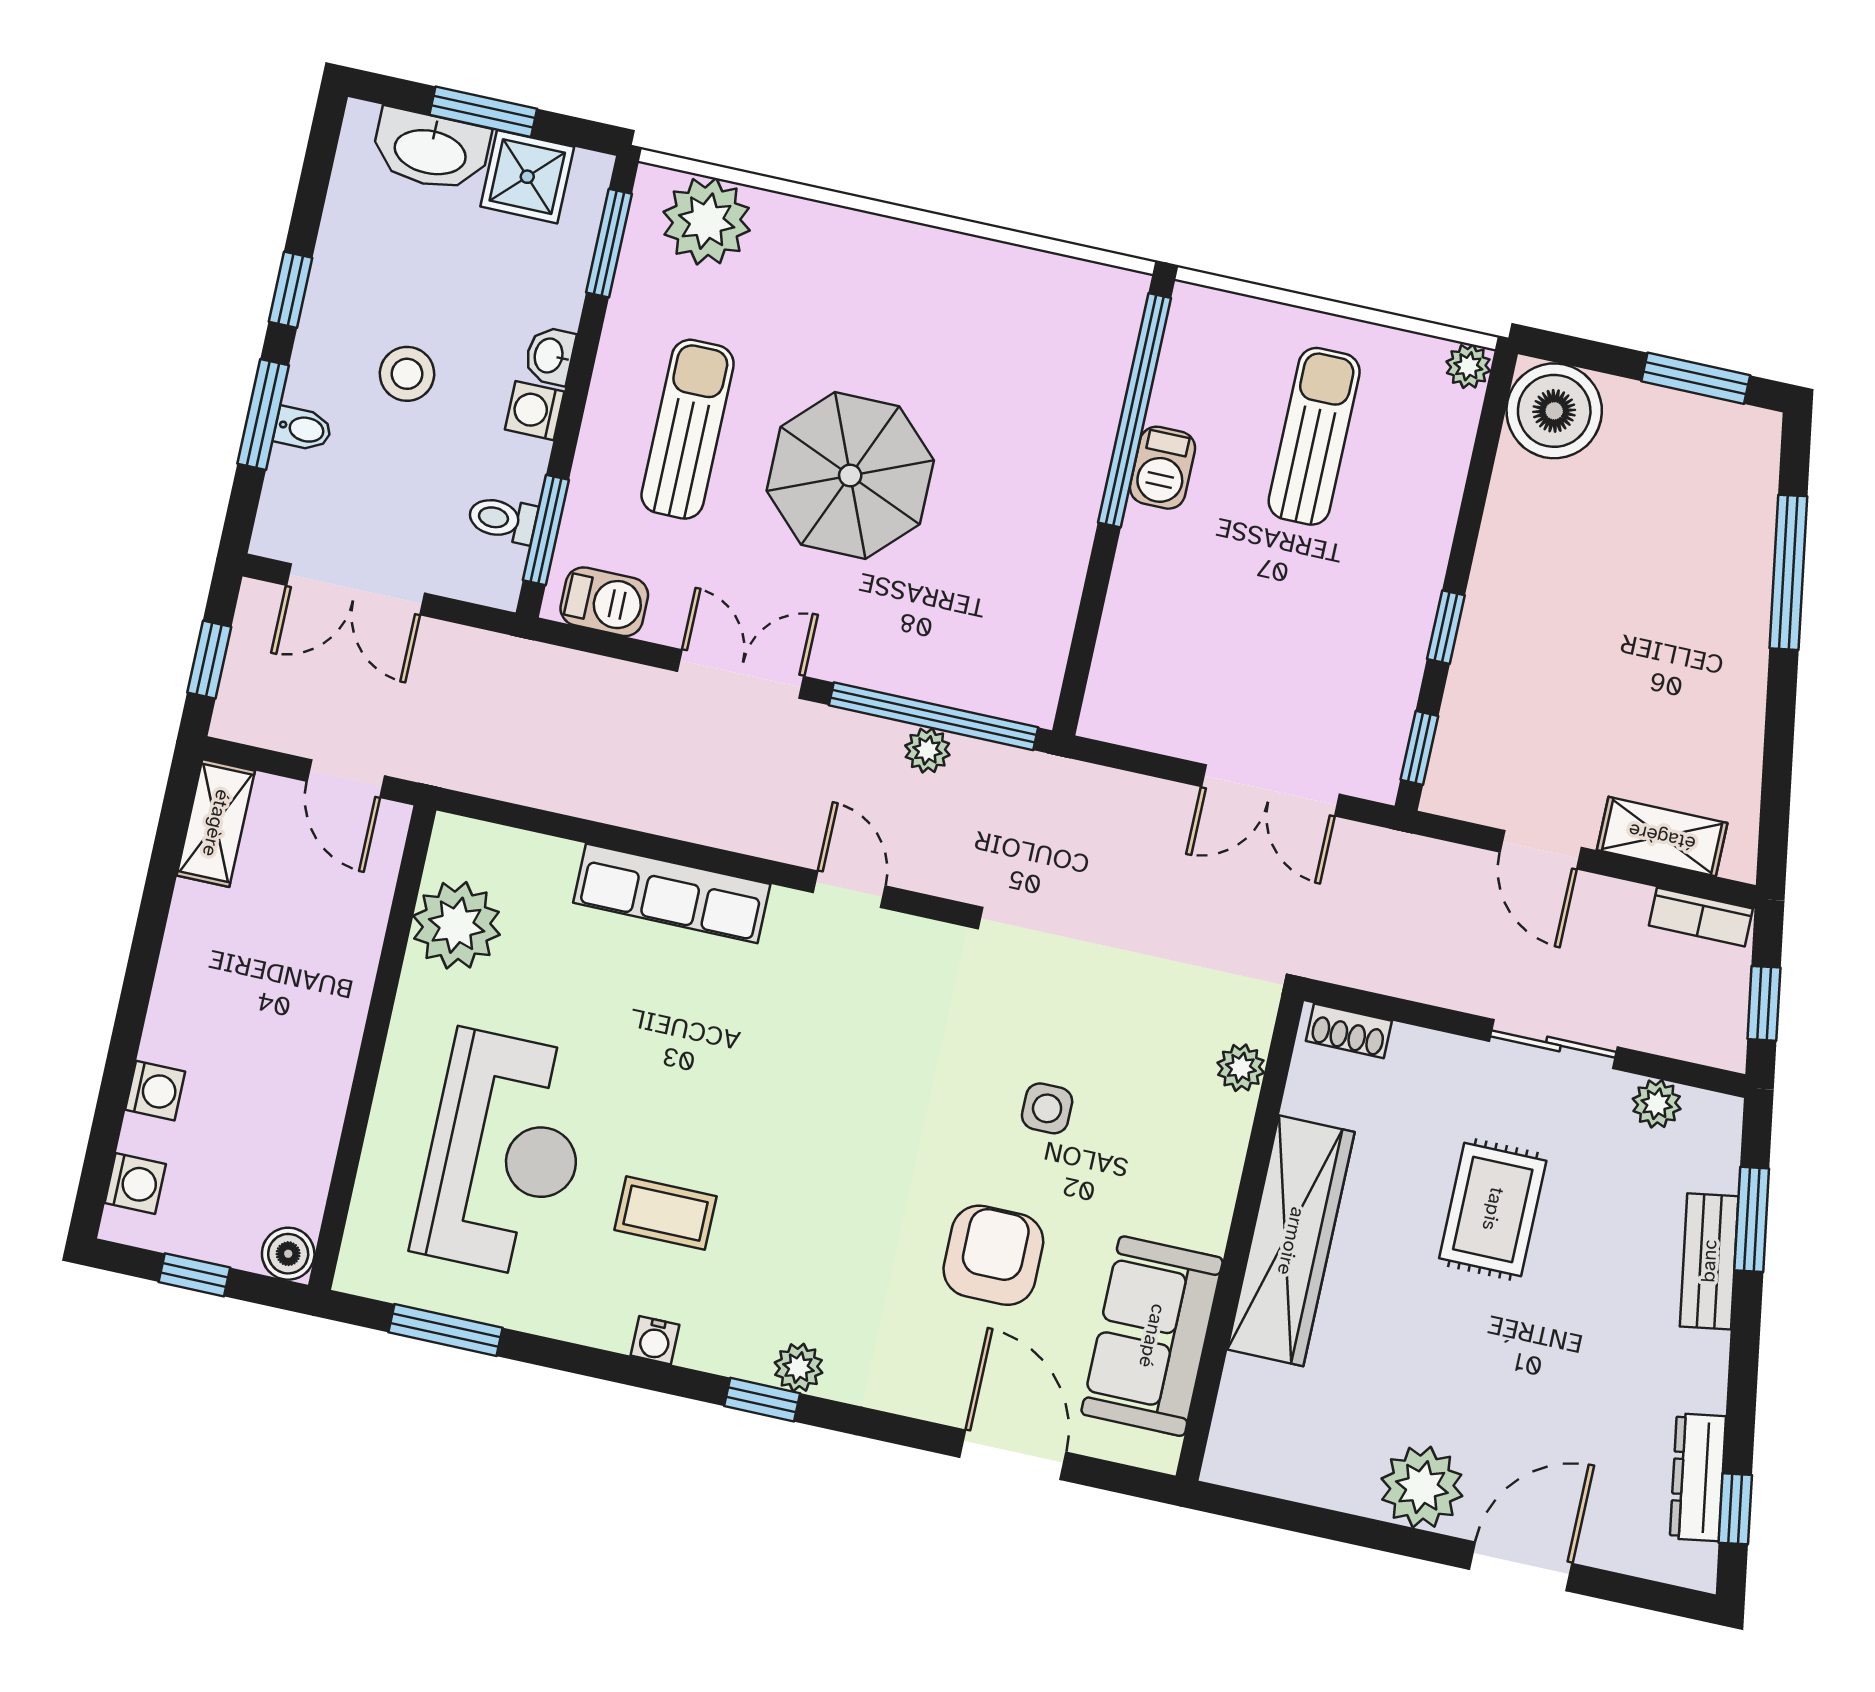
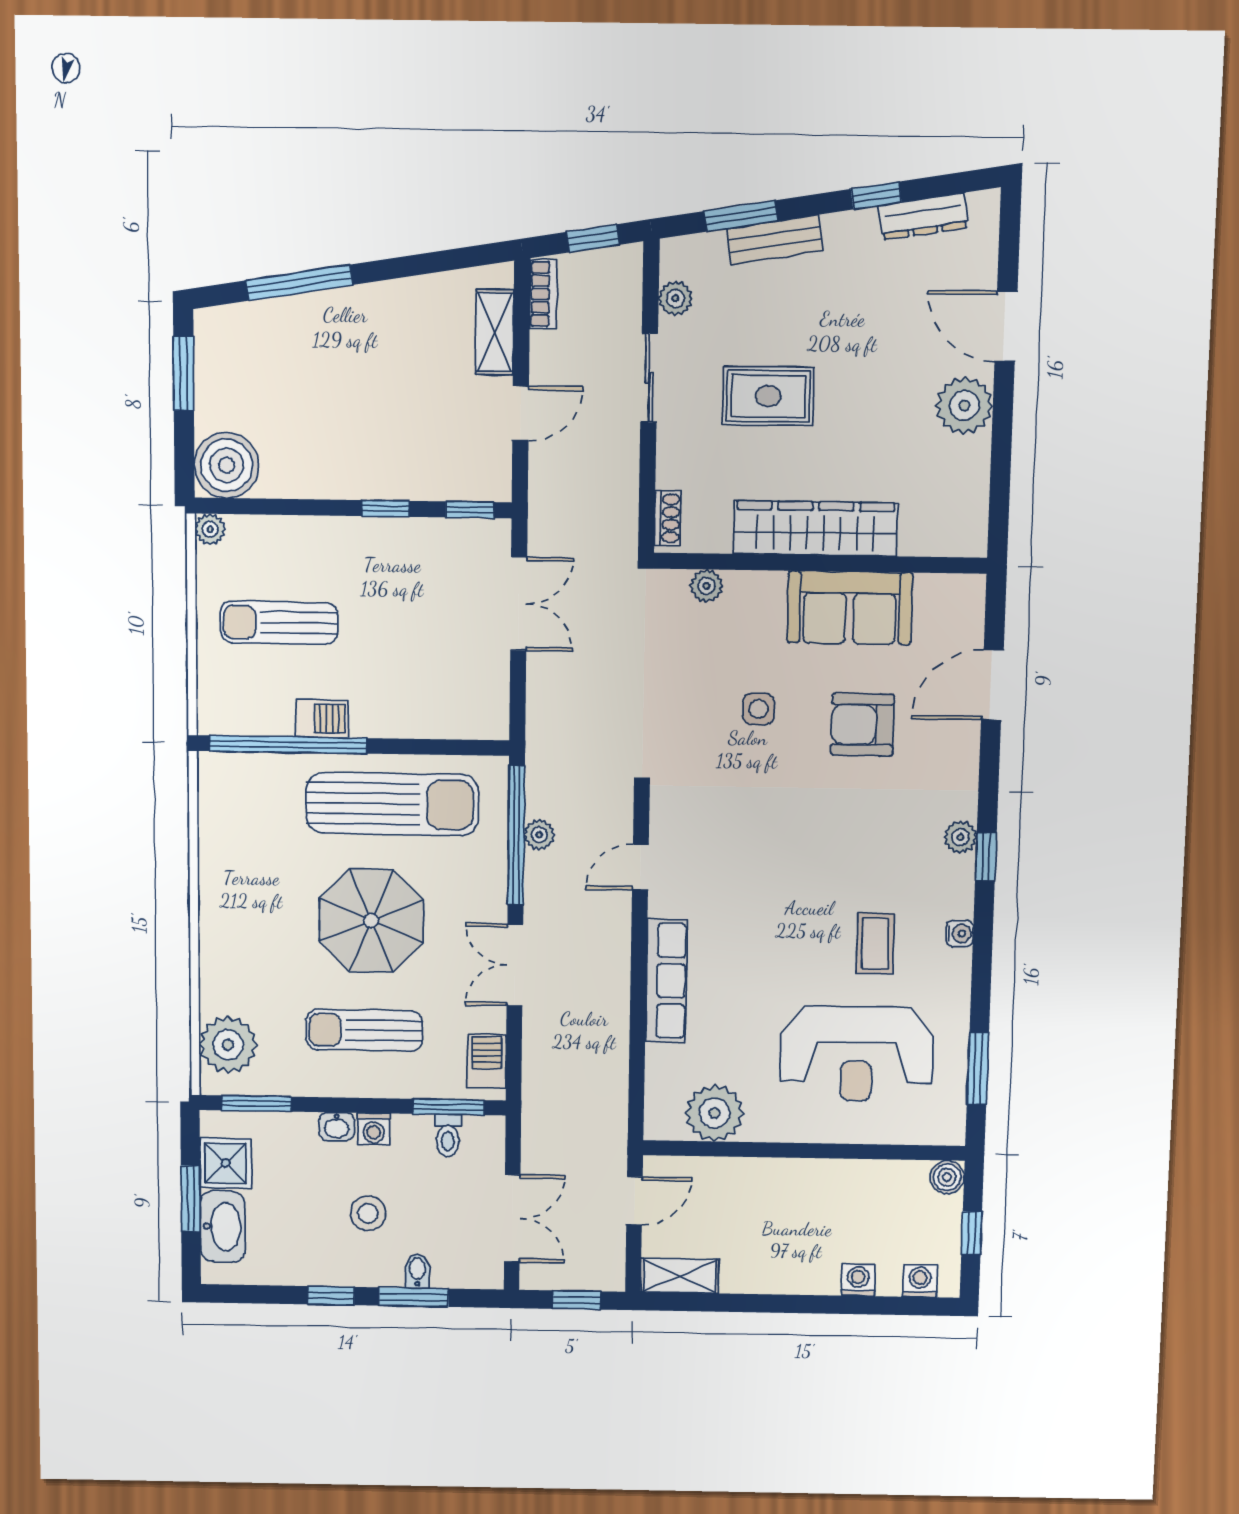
sun lounger: (1016, 544) -> (392, 804), added
reception desk: (504, 1154) -> (857, 1054), turned 180
sofa: (1152, 1336) -> (850, 608), moved
window: (1735, 1509) -> (876, 196), moved

